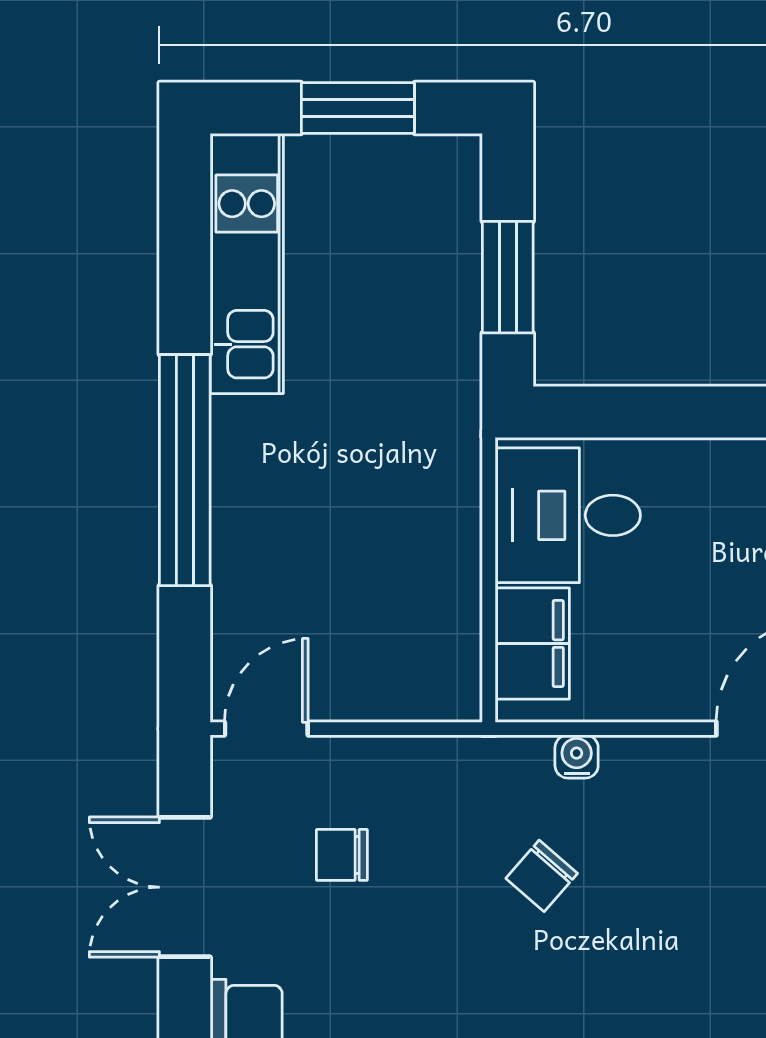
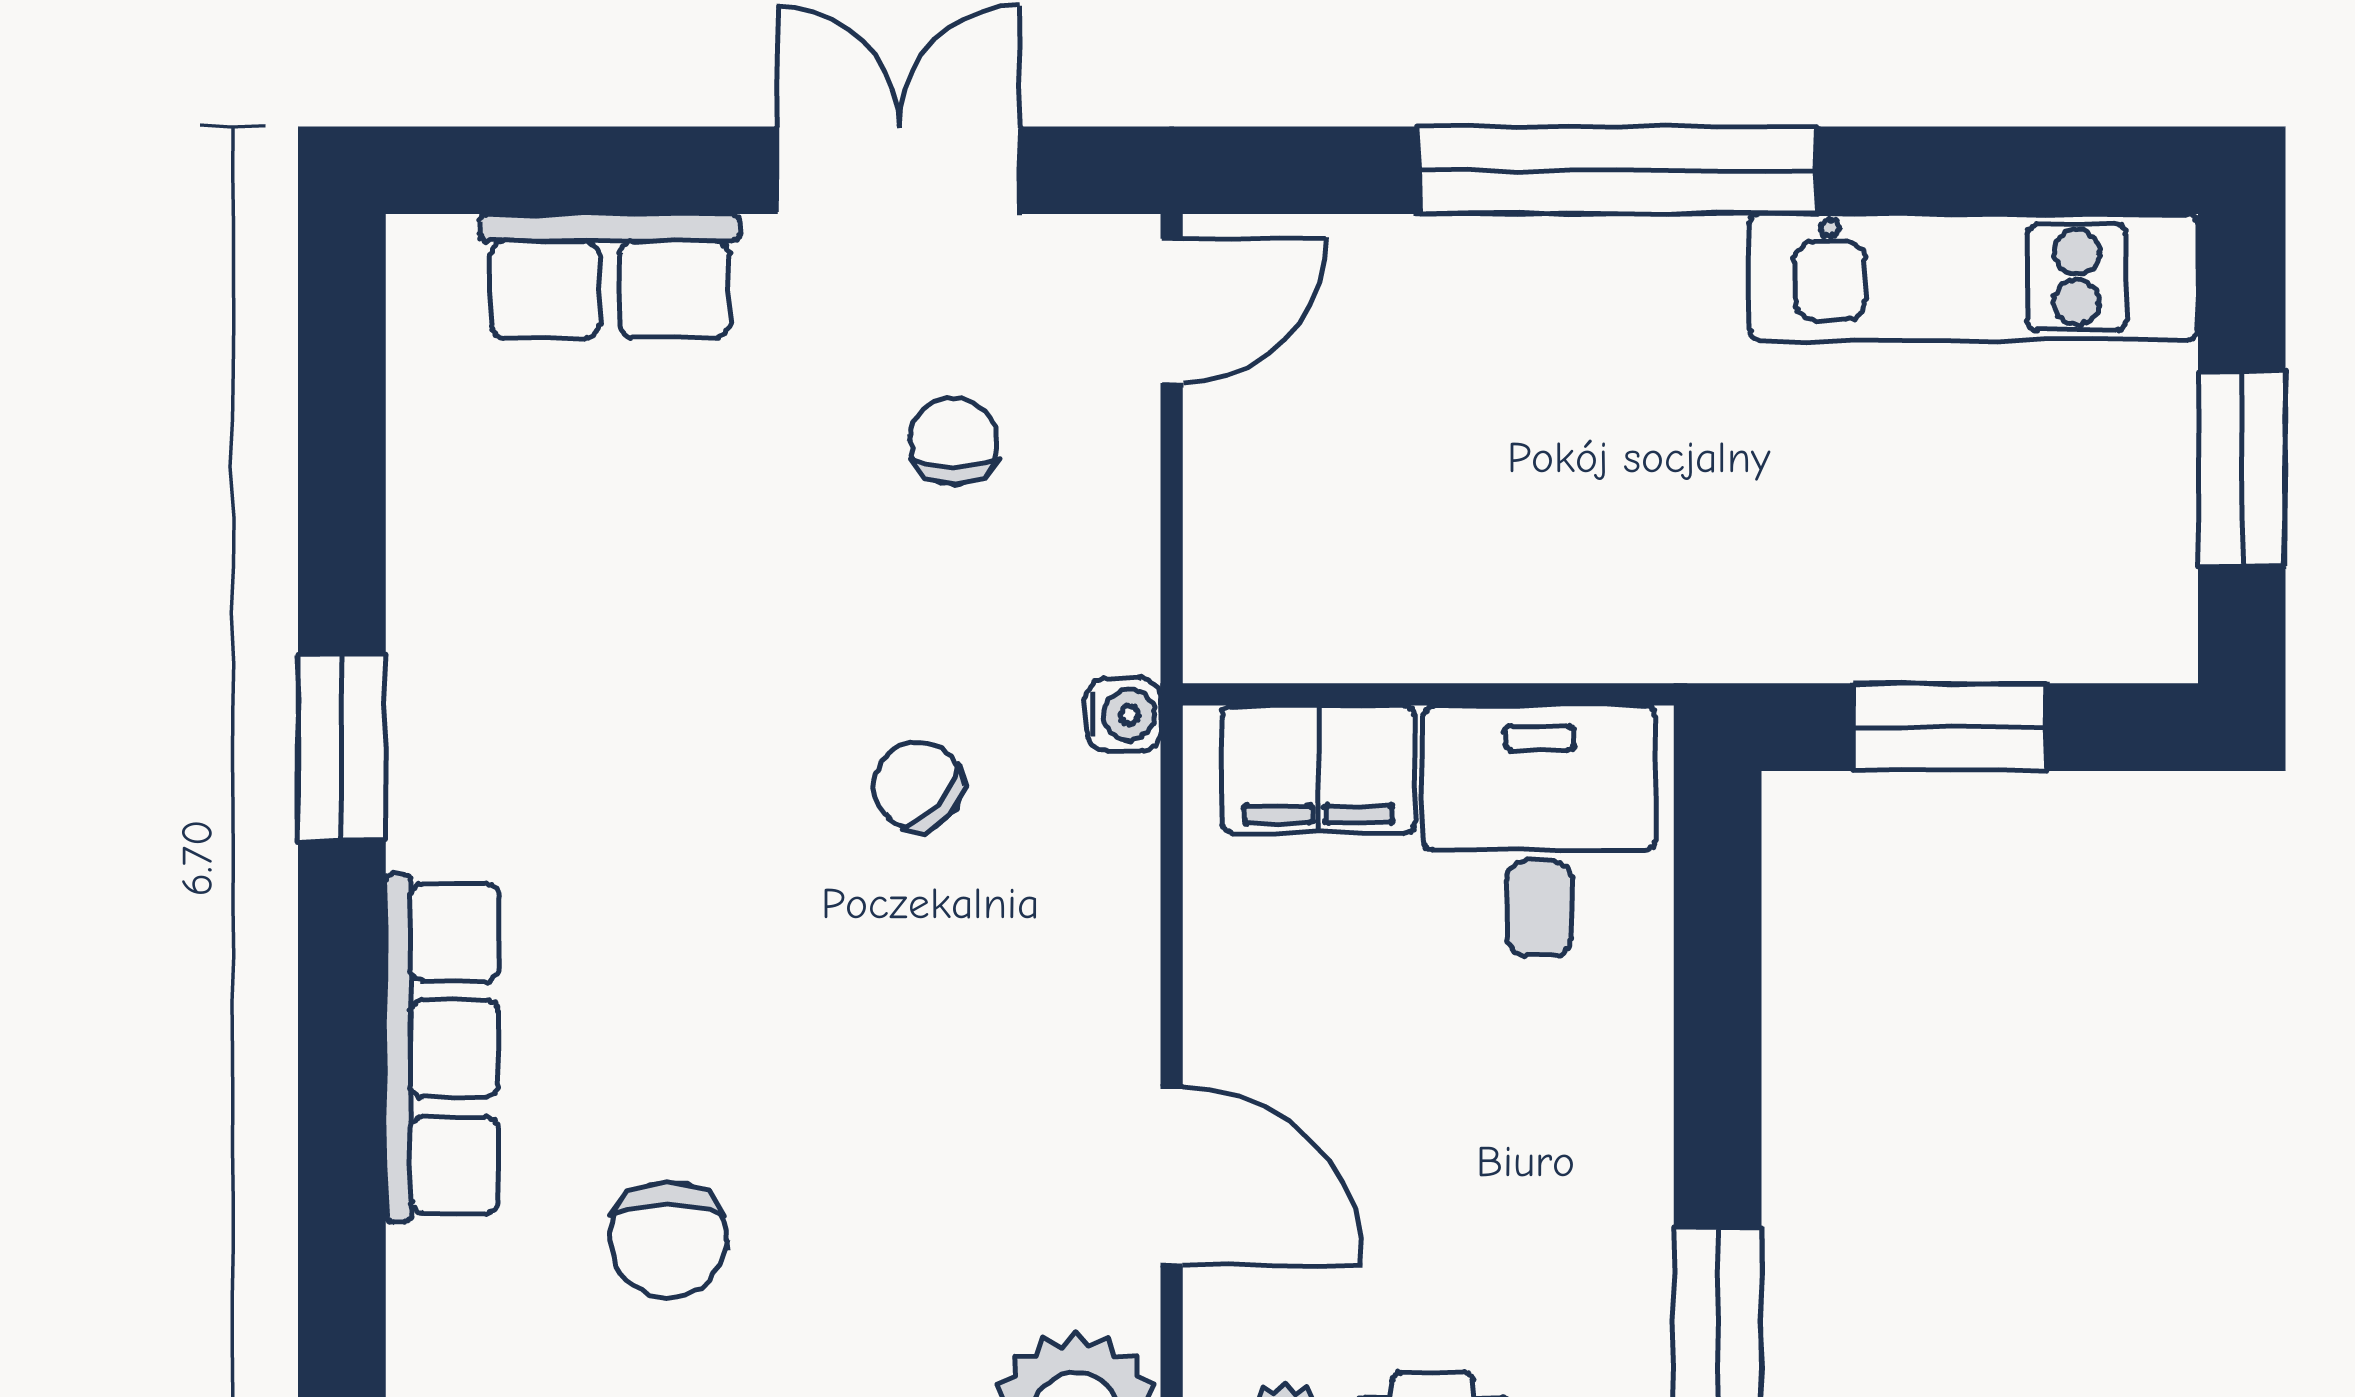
door: (266, 729) -> (1172, 311), hinge flipped
water cooler: (577, 757) -> (1124, 715), moved

